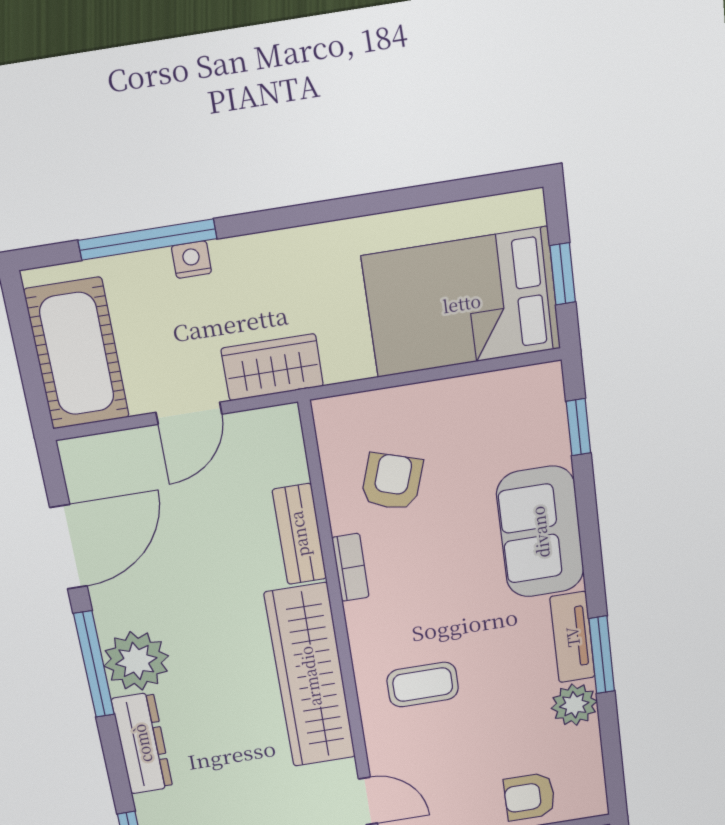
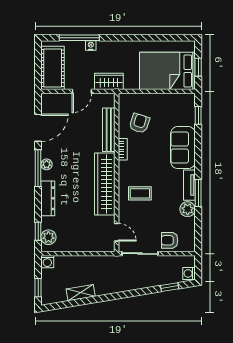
bench: (299, 534) -> (109, 130), width x1.36
plant: (136, 661) -> (47, 164), width x0.53, depth x0.53

